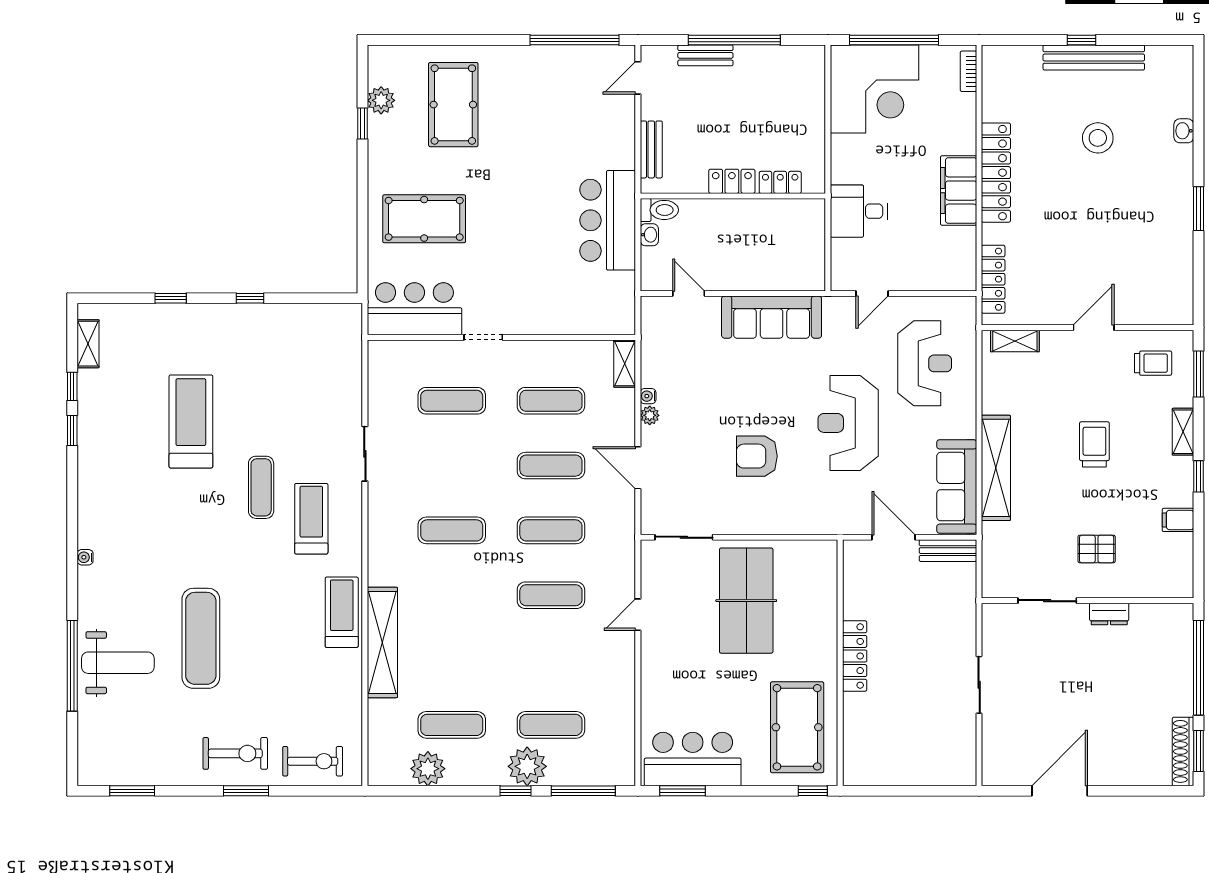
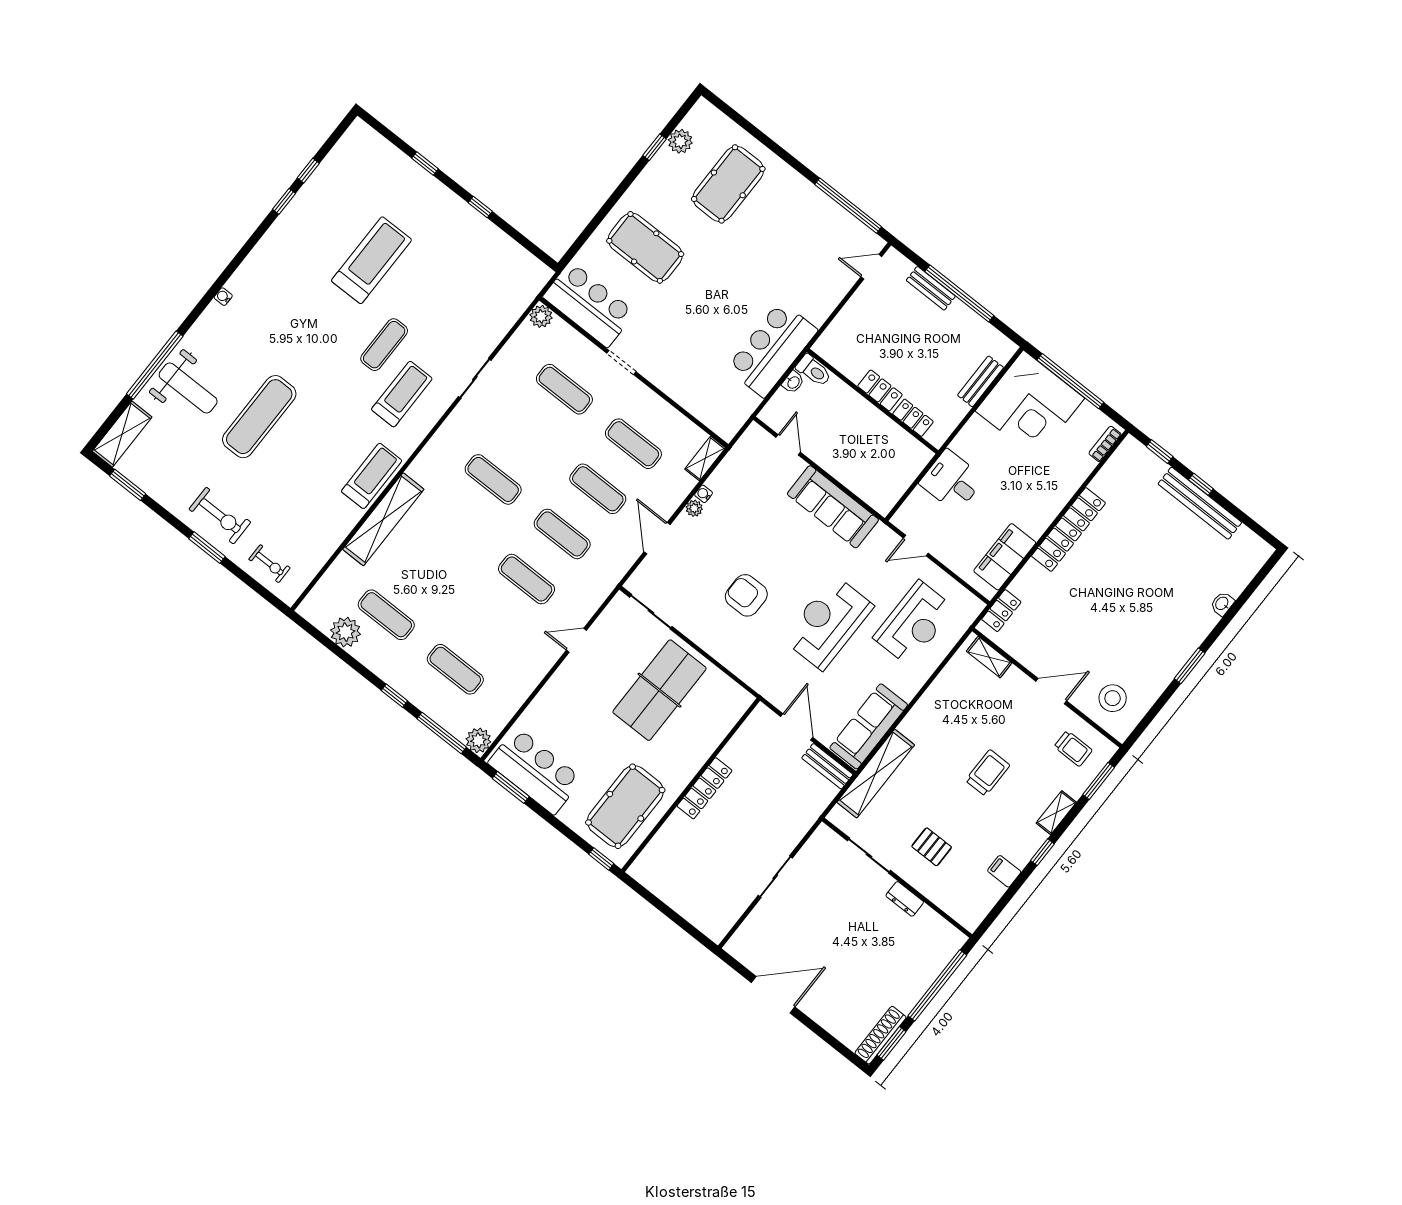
window: (1022, 40) -> (1160, 452), added
stool: (1098, 138) -> (1113, 698), moved
bench: (651, 149) -> (981, 381), moved
filing cabinet: (959, 191) -> (1005, 557), moved
locker: (993, 279) -> (1001, 611), width x0.66
shelving: (88, 344) -> (122, 434), moved, width x1.50, depth x1.33
plant: (380, 353) -> (541, 316), added
shelving: (996, 468) -> (876, 774), moved
exercise bike: (313, 761) -> (269, 564), width x0.73, depth x0.72
plant: (527, 766) -> (478, 740), moved, width x0.73, depth x0.73

